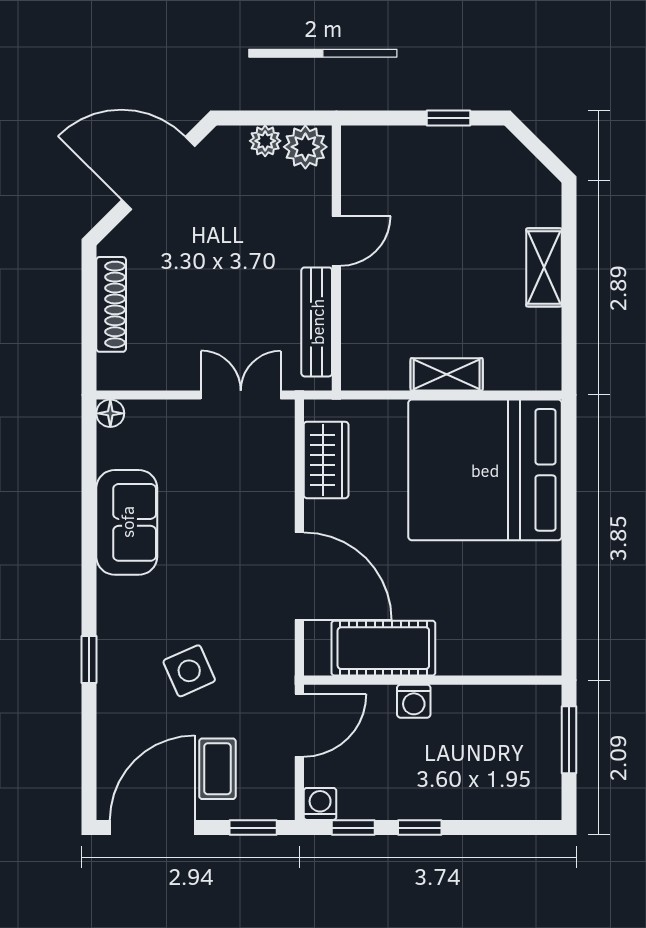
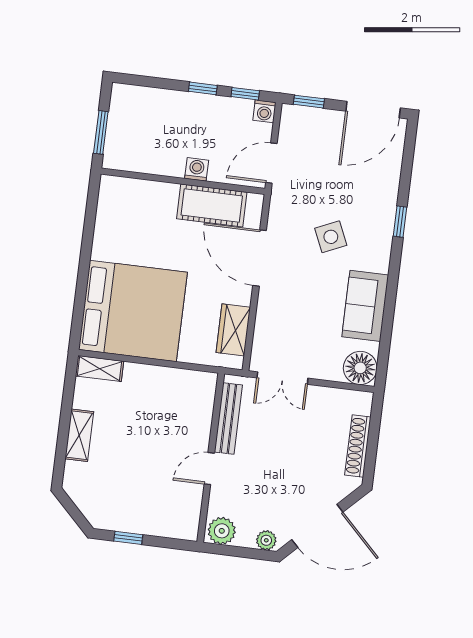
plant: (265, 141) -> (266, 540), moved
shelving: (447, 374) -> (99, 369), moved
floor lamp: (110, 413) -> (360, 368), width x1.89, depth x1.89
side table: (189, 671) -> (331, 237), moved
coffee table: (217, 769) -> (327, 142), removed

